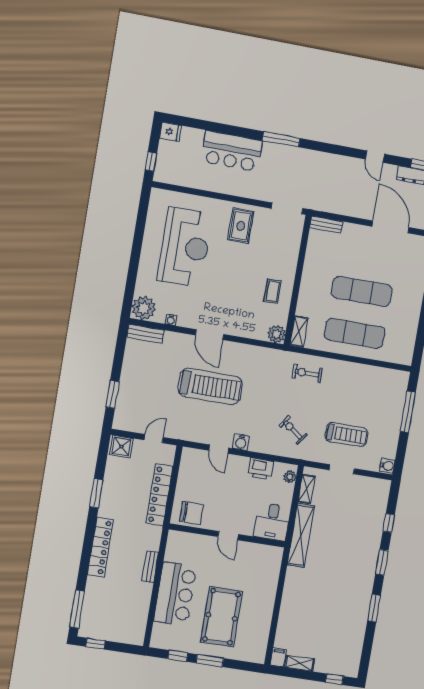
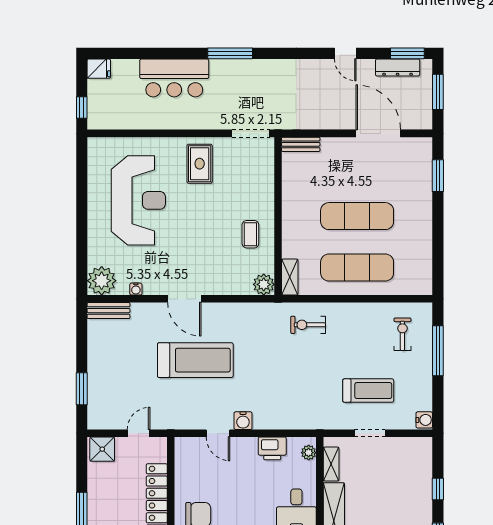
exercise bike: (293, 430) -> (402, 334), moved, turned 54

